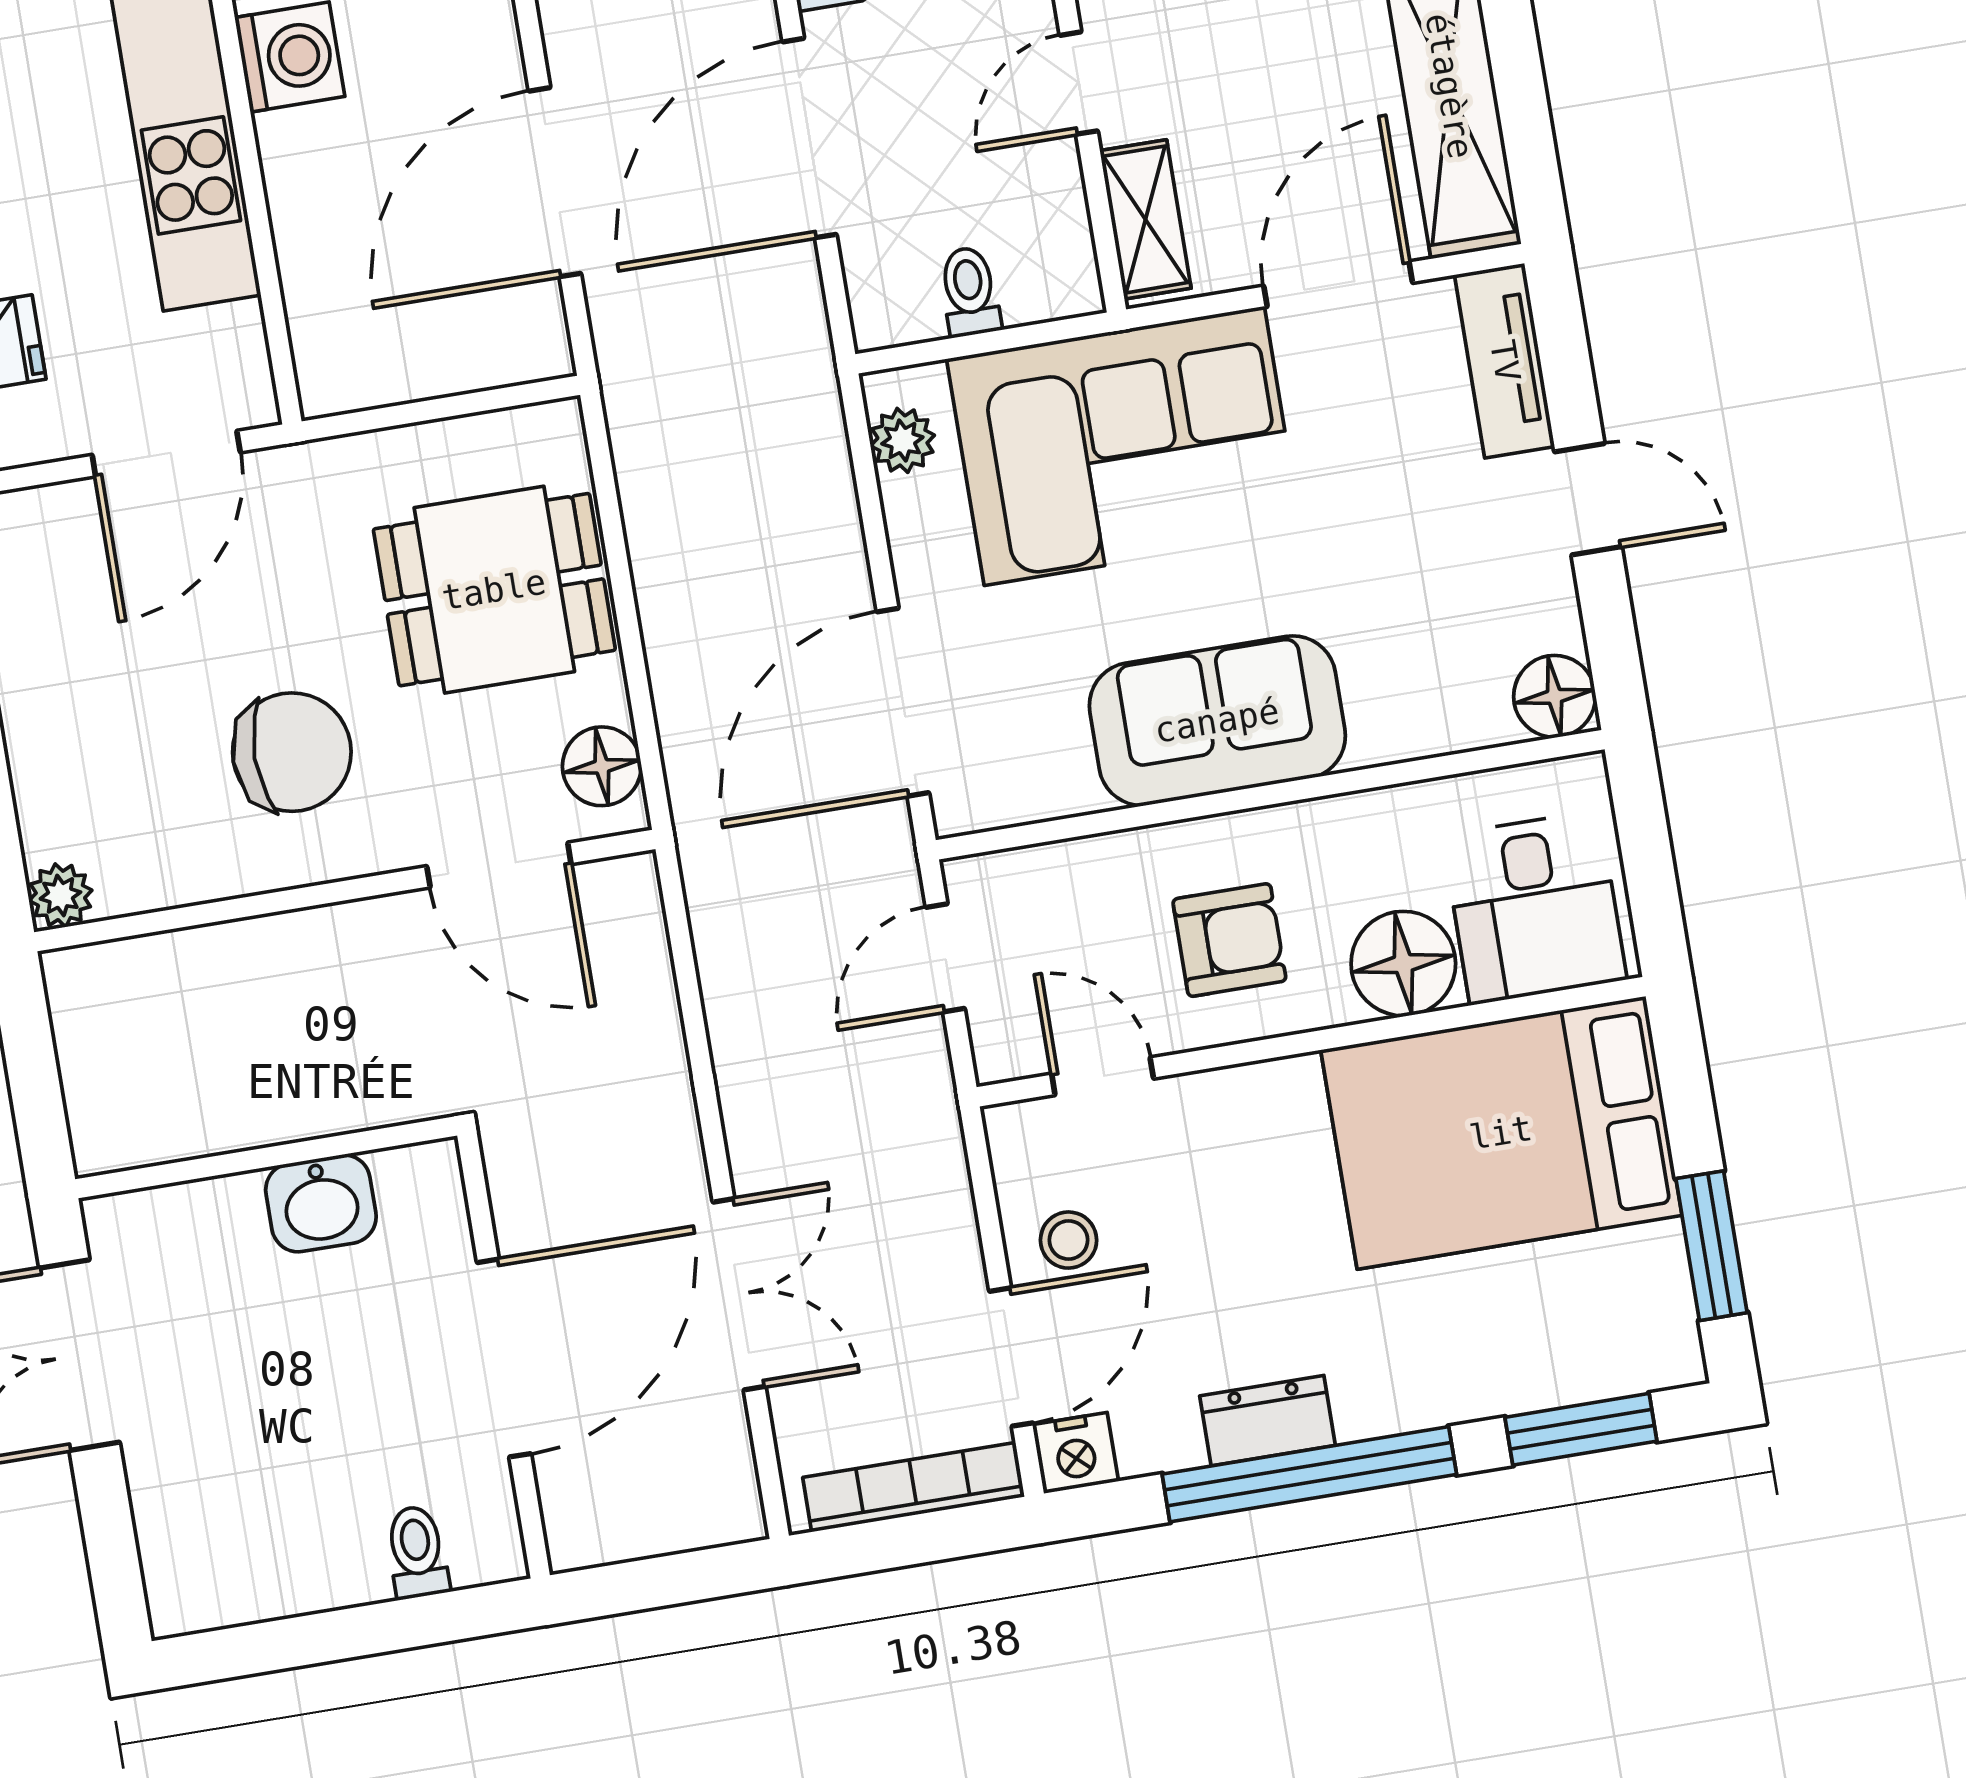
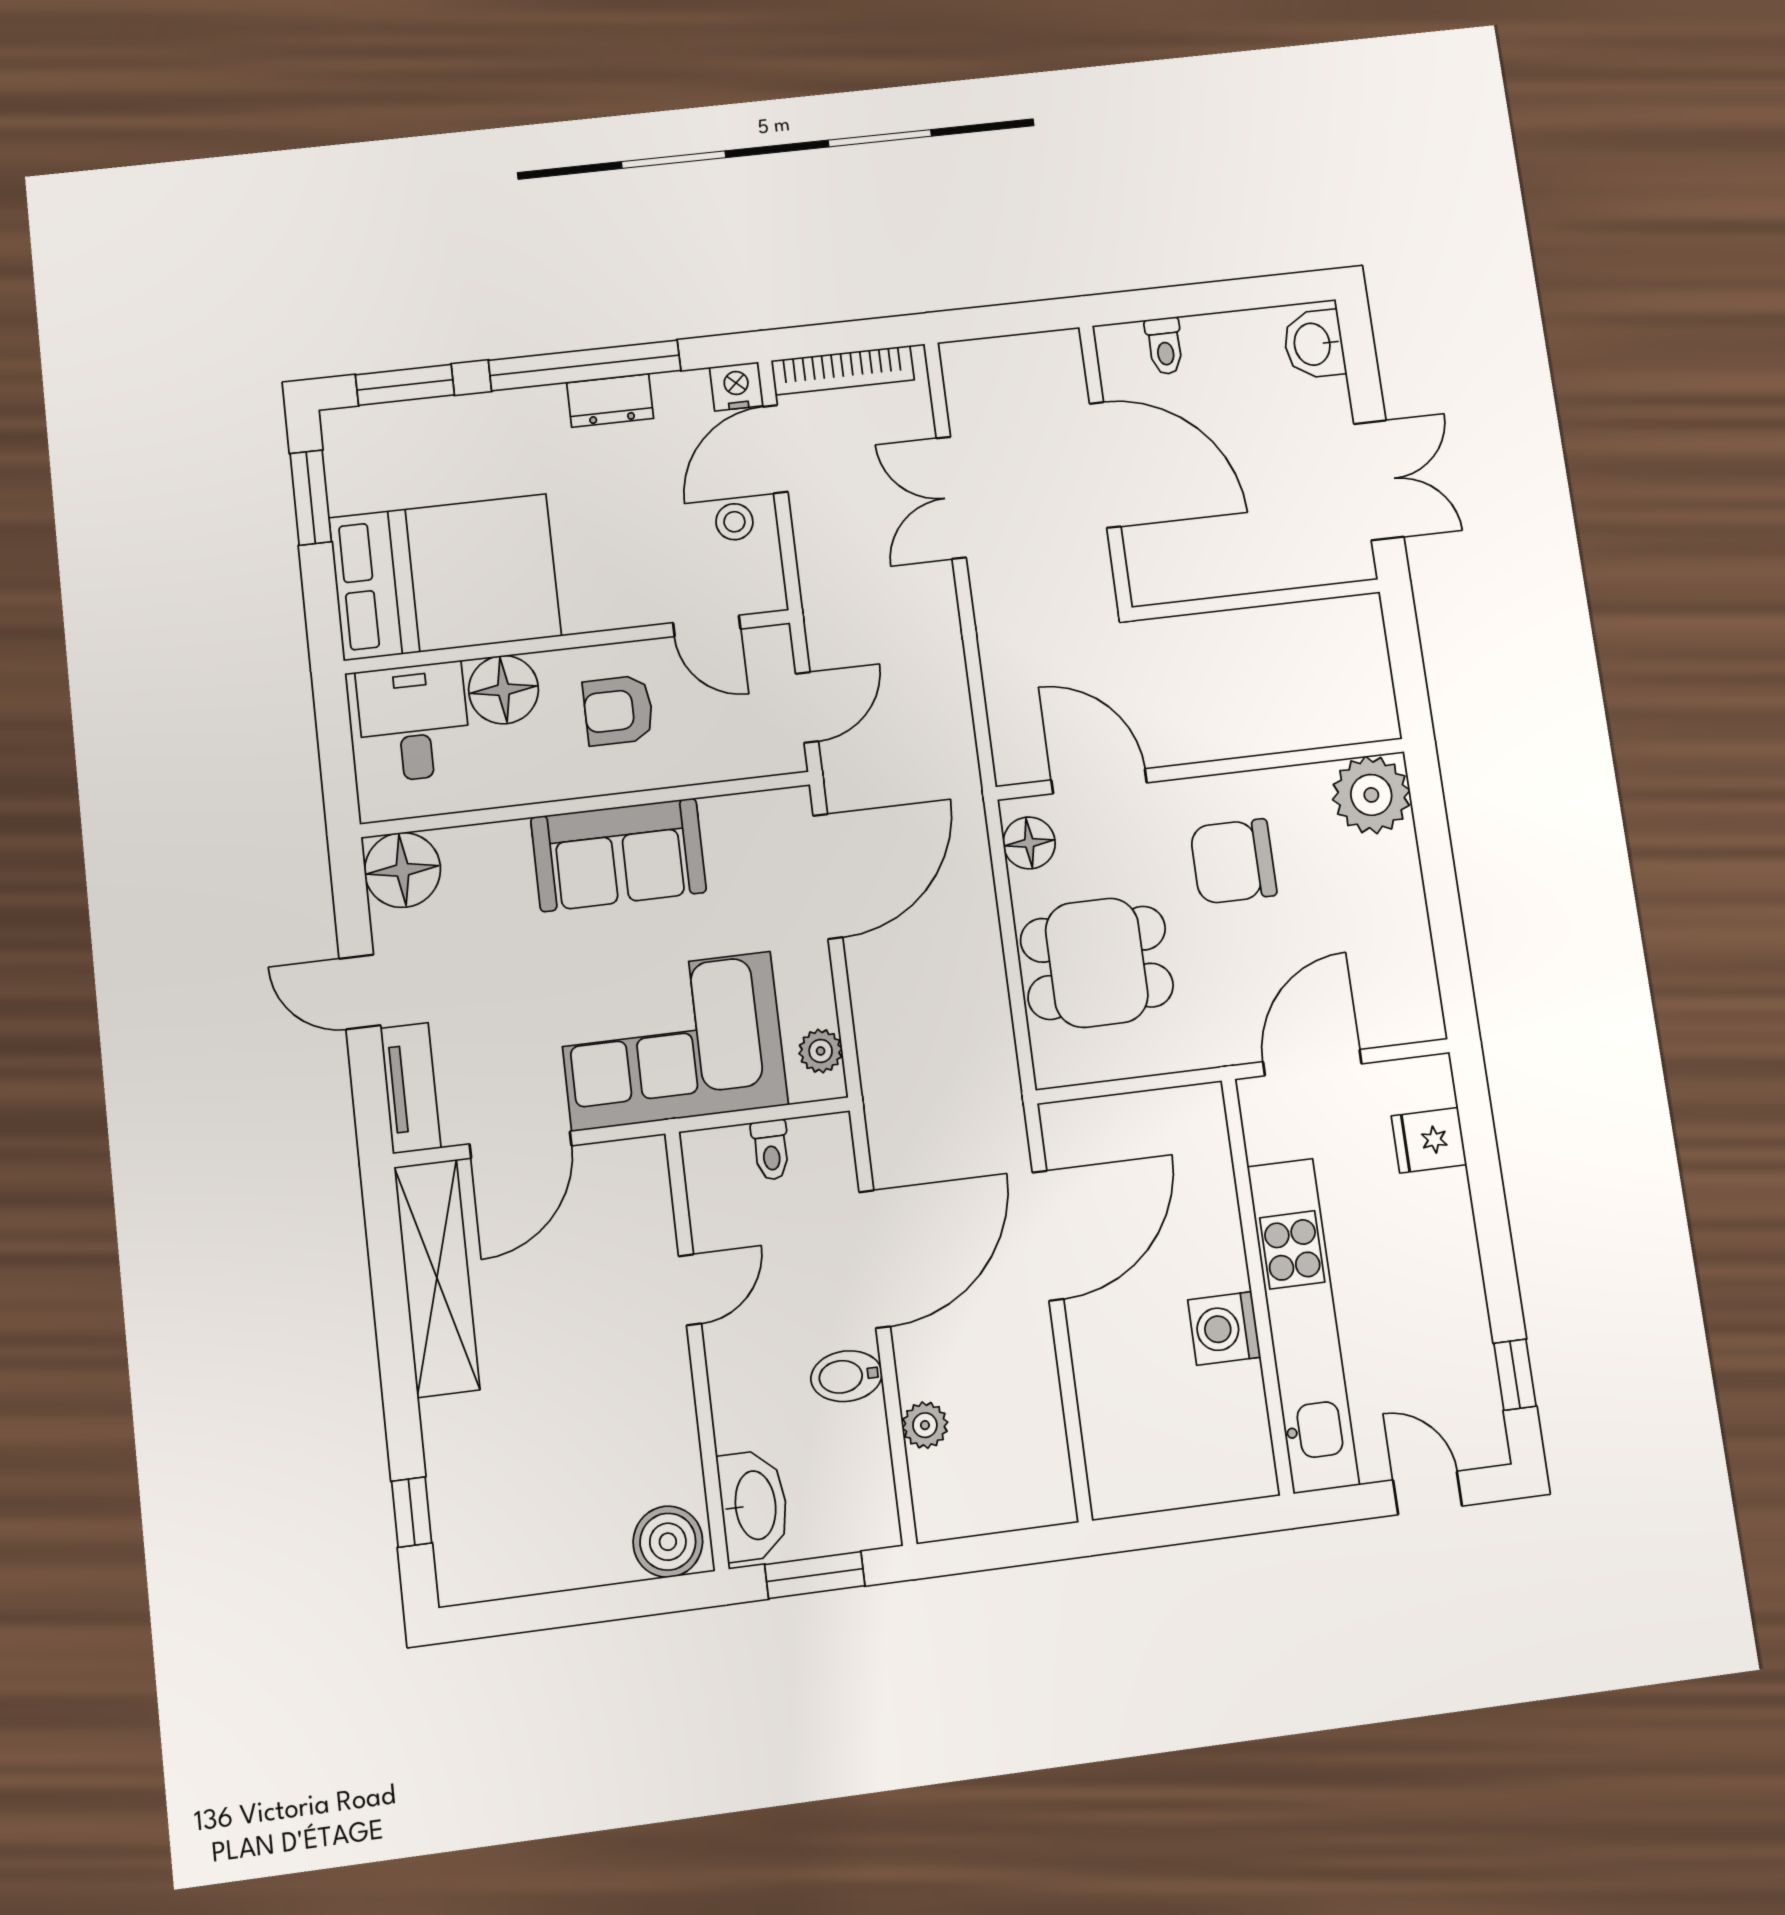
shelving: (1145, 219) -> (649, 1194), removed
floor lamp: (1555, 696) -> (403, 870), width x1.38, depth x1.38
plant: (60, 895) -> (1371, 795), width x1.88, depth x1.88
washbasin: (321, 1203) -> (1314, 344), moved, turned -90
door: (504, 1358) -> (1105, 465), swing flipped

